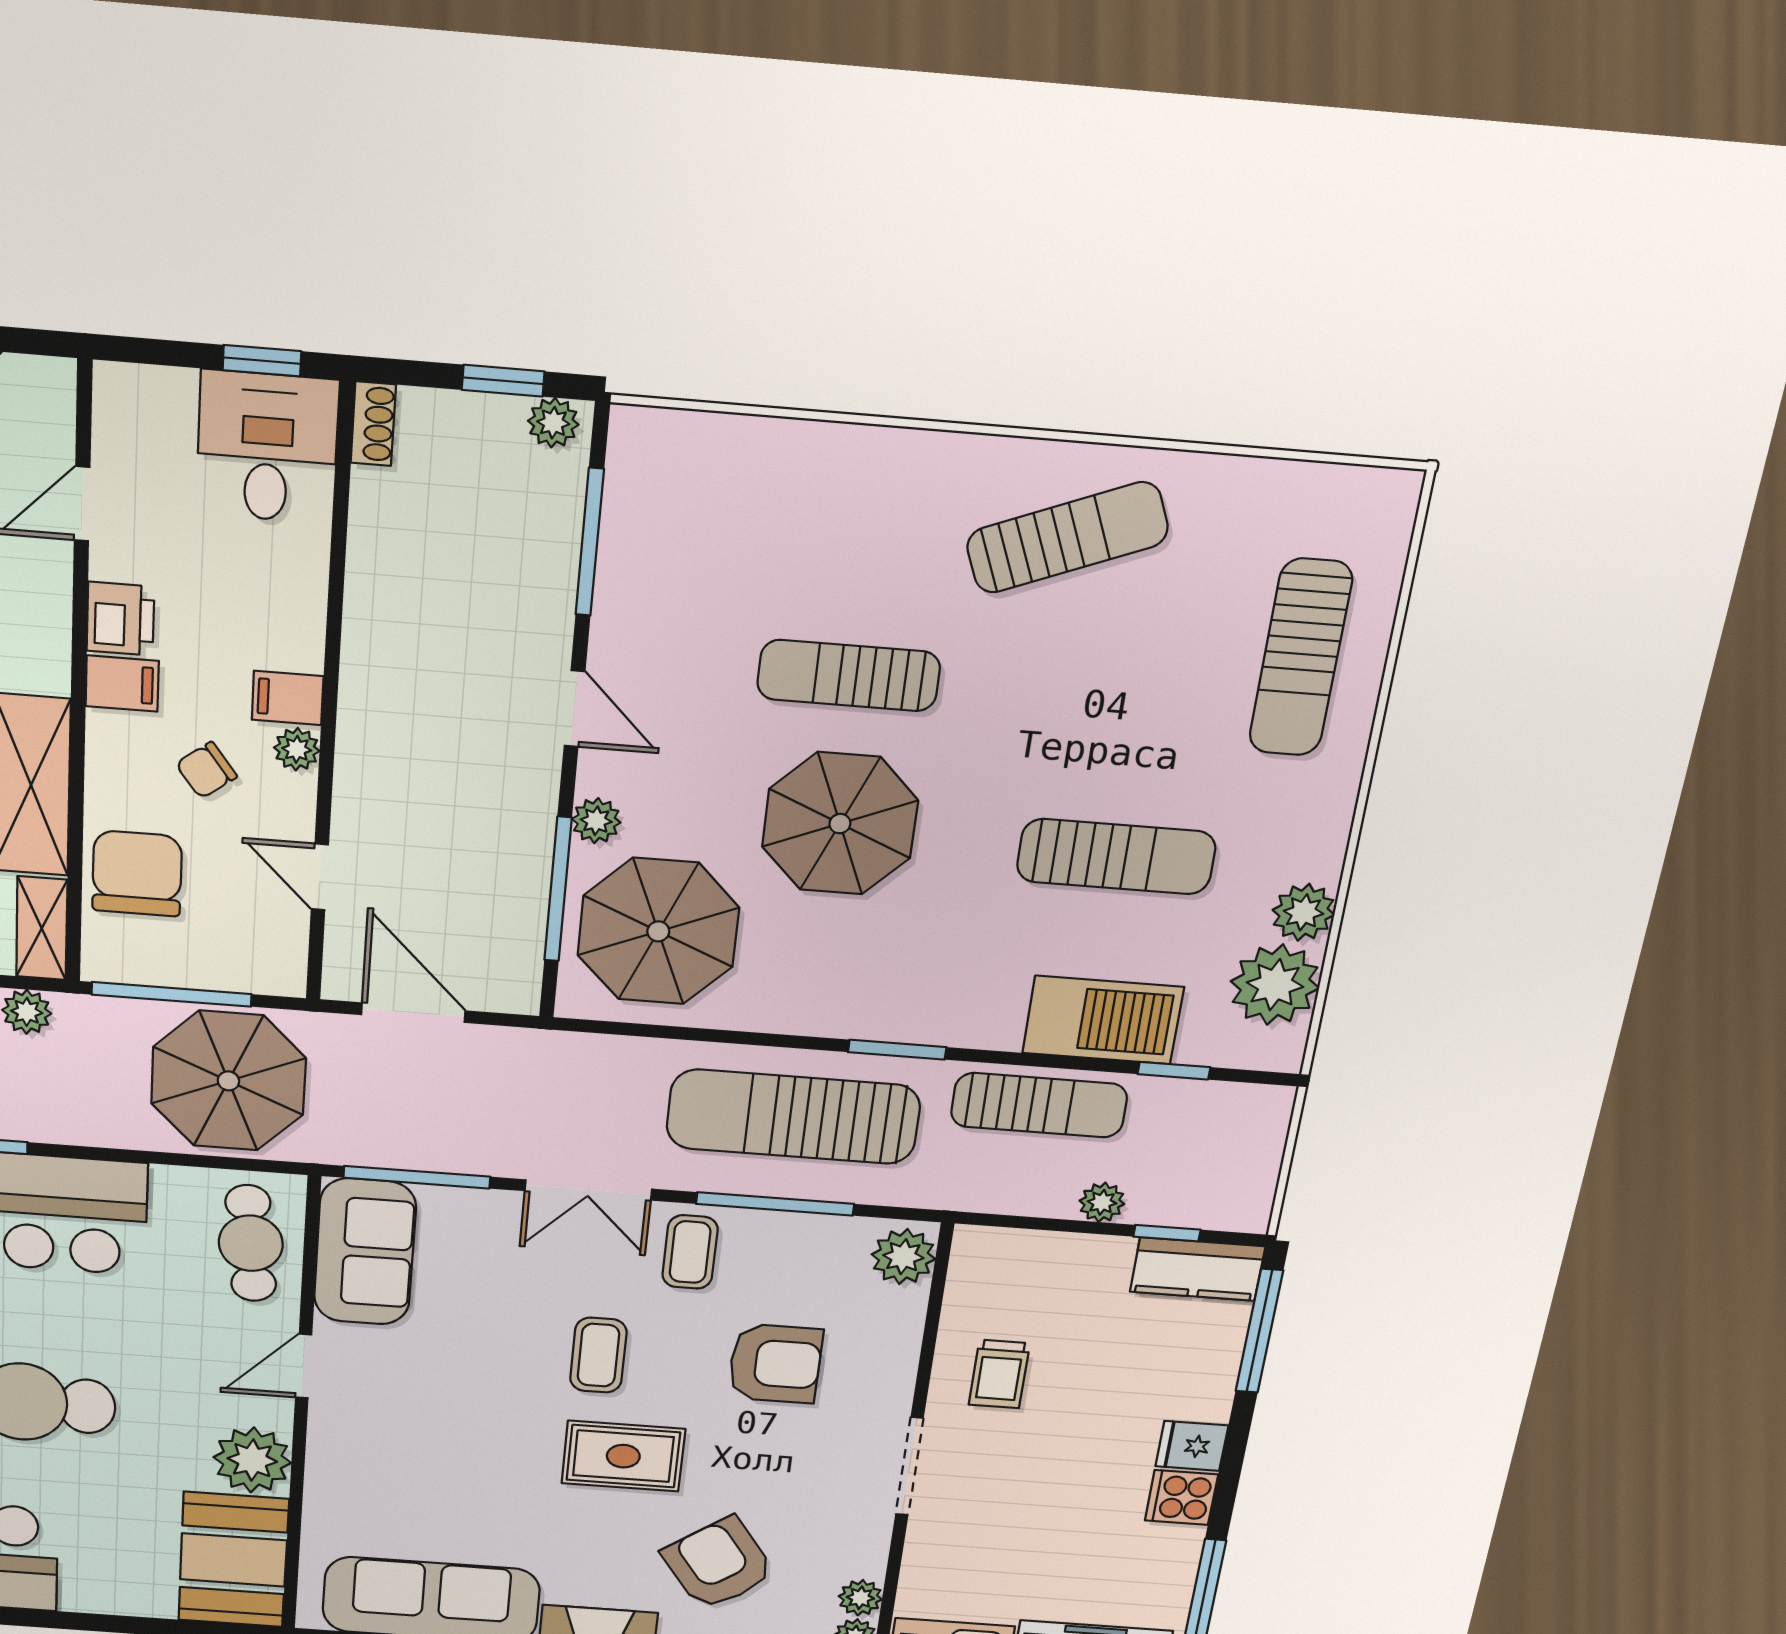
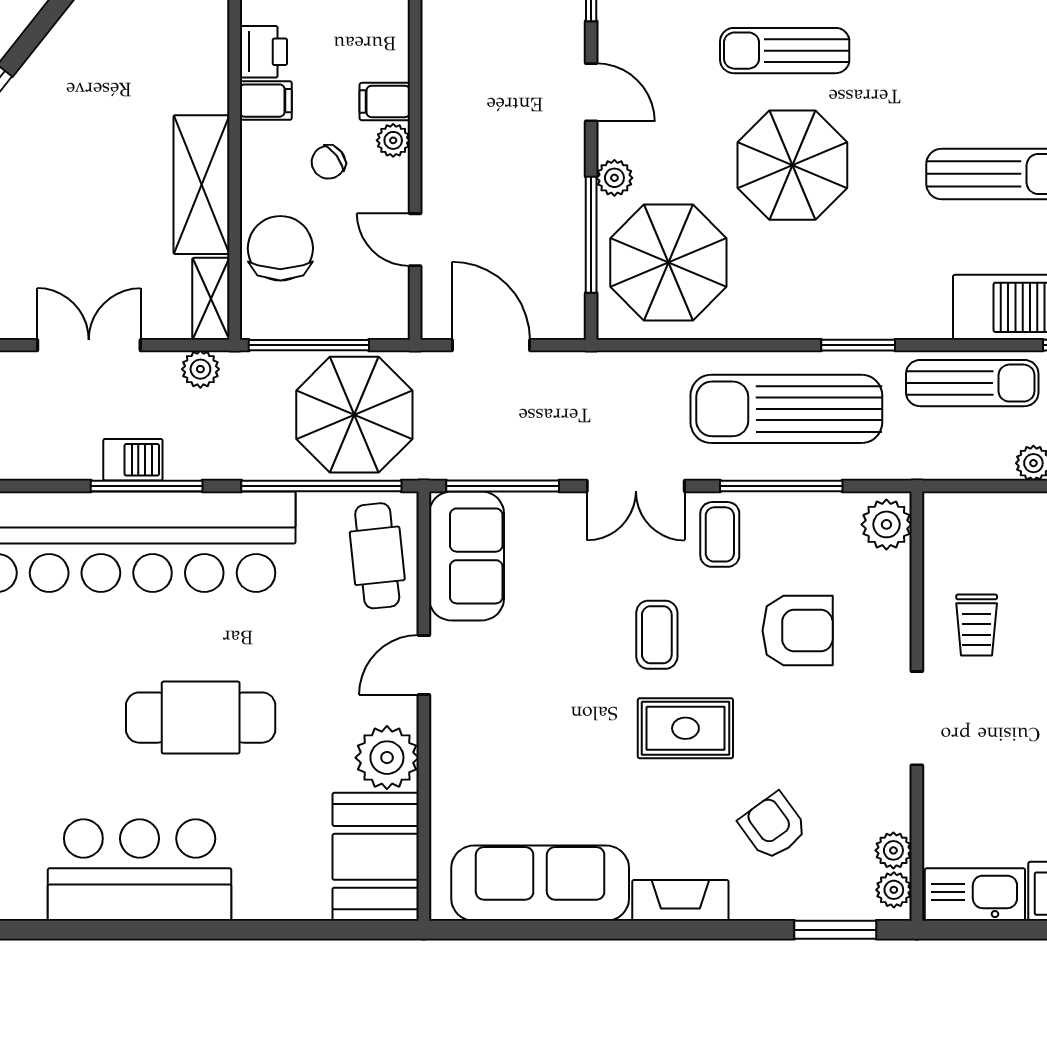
window: (182, 1160) -> (321, 486), added
armchair: (718, 1564) -> (773, 826), width x0.72, depth x0.72

